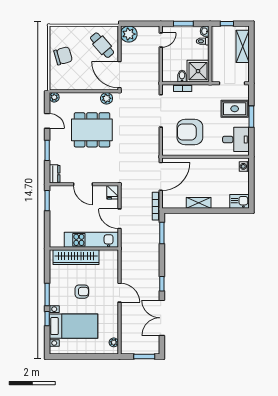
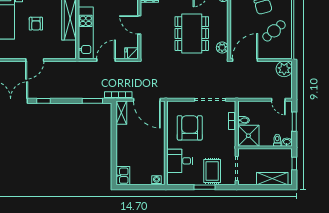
cafe table: (102, 45) -> (274, 31), moved
desk: (236, 139) -> (180, 161), moved, turned 90
door: (83, 184) -> (139, 25), hinge flipped
shelving: (199, 203) -> (121, 113), moved

